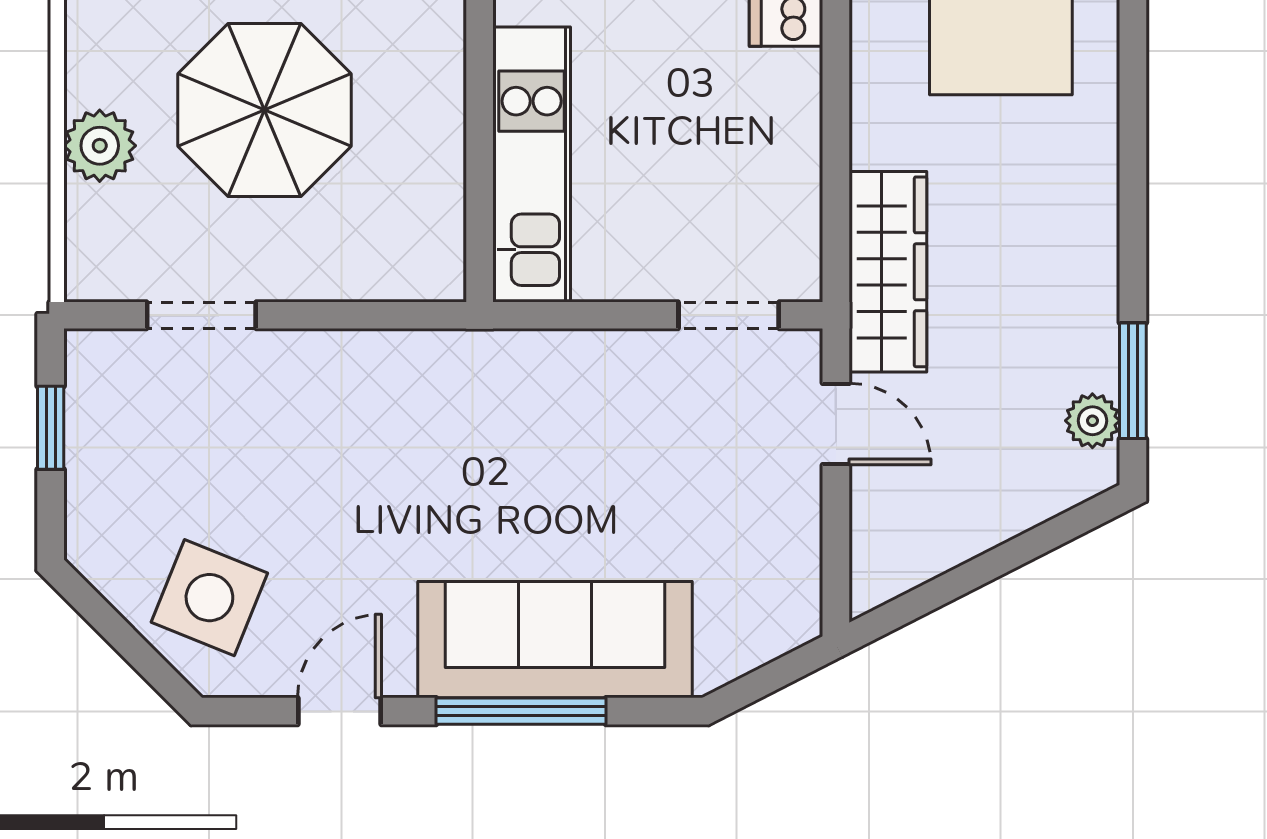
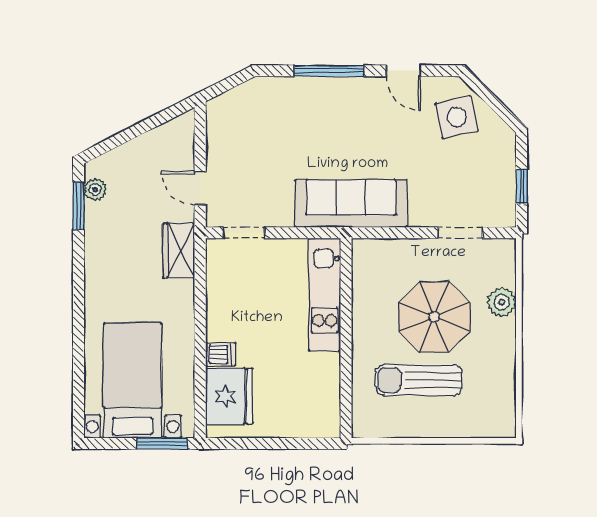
wardrobe: (888, 272) -> (179, 251), width x0.67
side table: (209, 598) -> (457, 117), turned -34
sofa: (555, 640) -> (351, 204), moved, turned 180
door: (339, 711) -> (403, 71), hinge flipped

